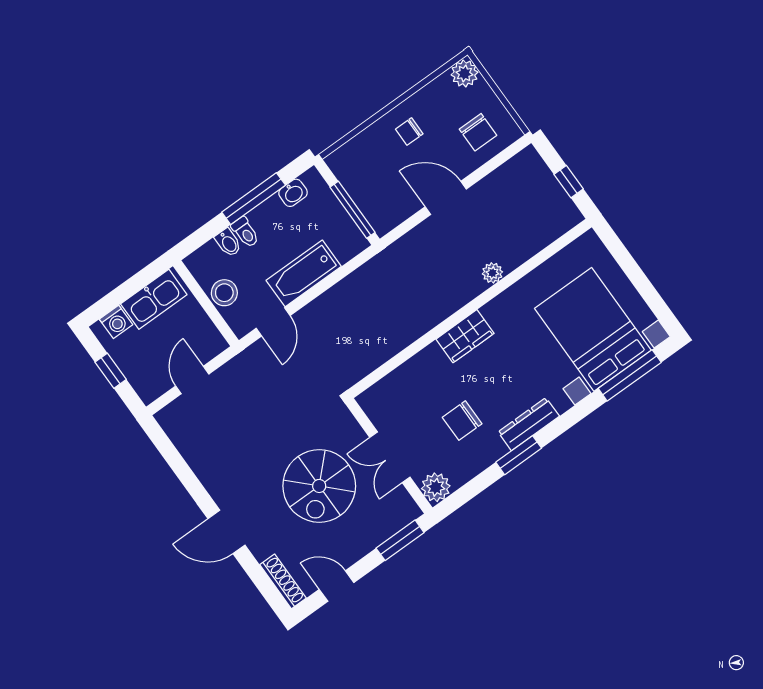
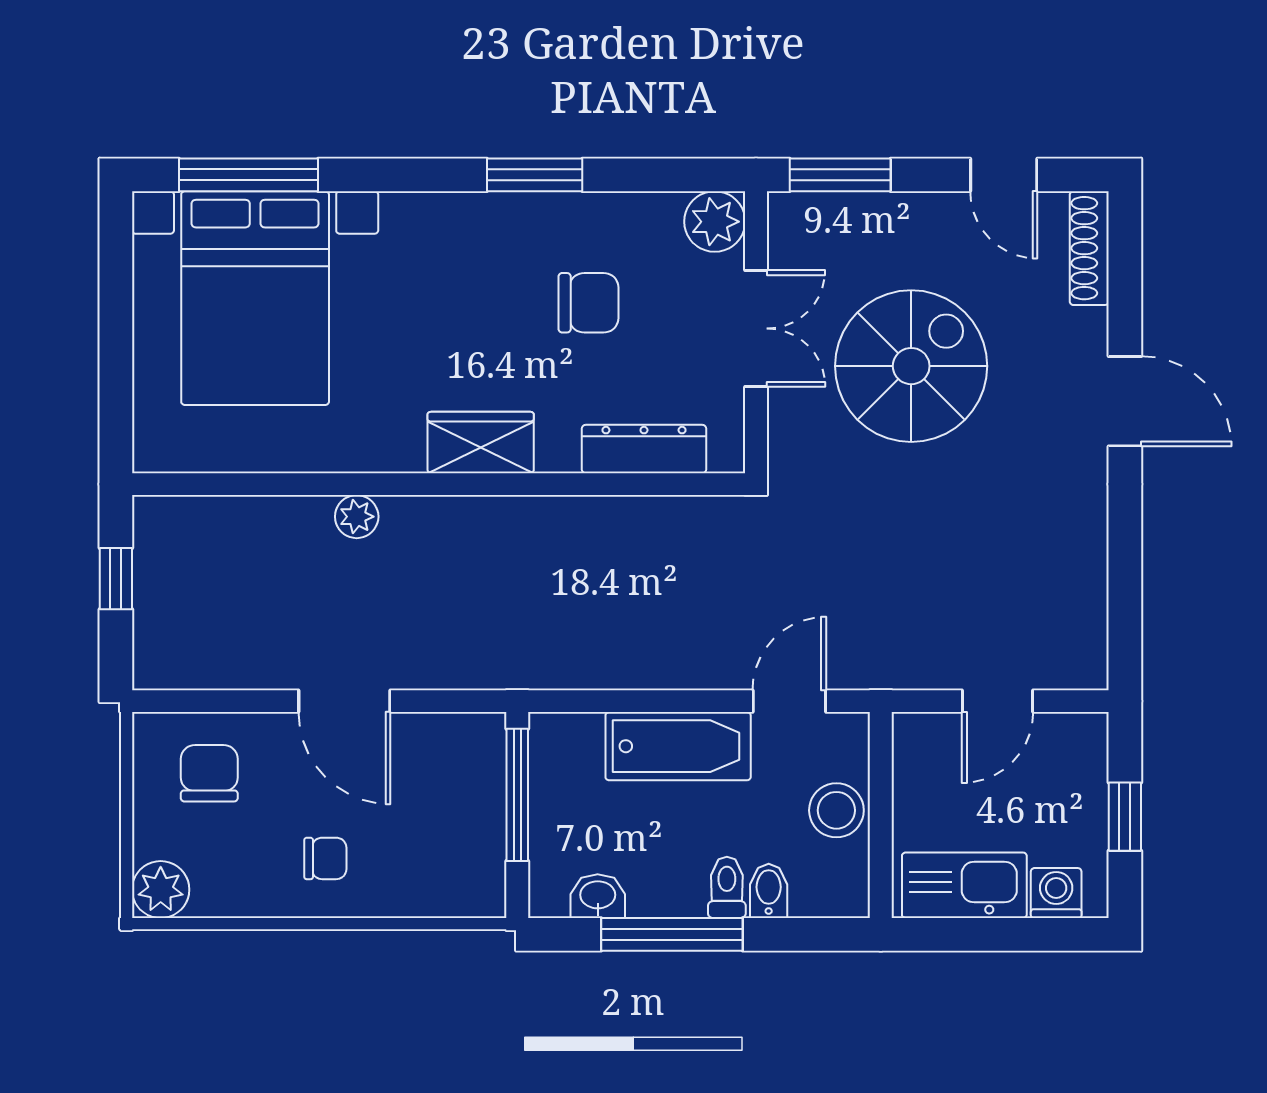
dresser: (529, 424) -> (644, 449), moved, turned 180

